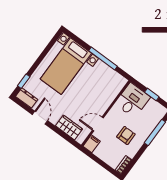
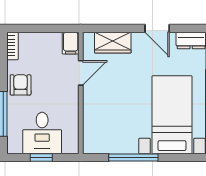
desk: (133, 100) -> (42, 133), moved
armchair: (126, 135) -> (21, 85), moved, turned 180

